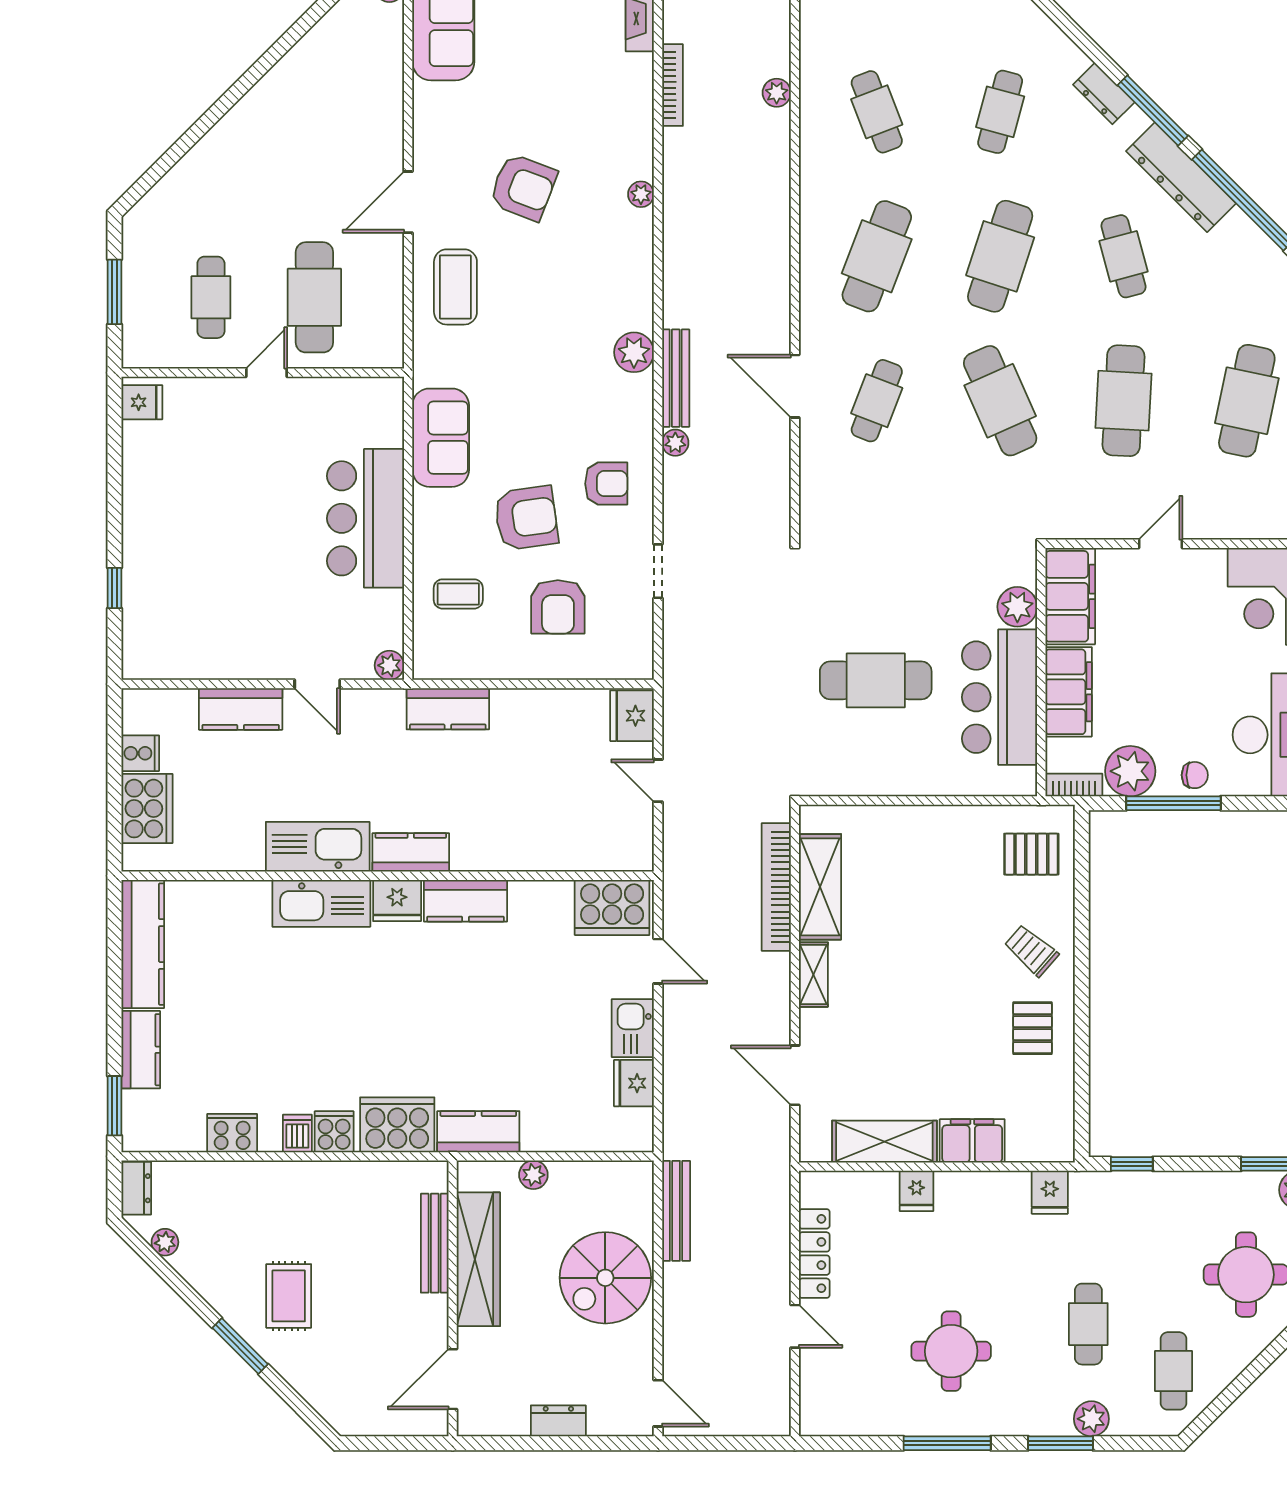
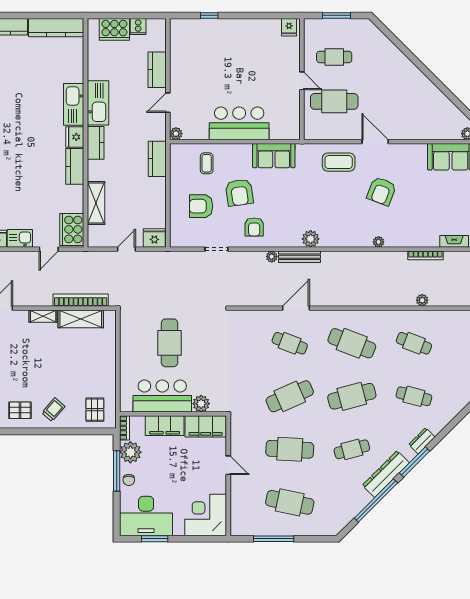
cafe table: (877, 112) -> (414, 343), turned 42
cafe table: (1000, 256) -> (352, 396), turned -33
shelving: (551, 852) -> (96, 203), added

